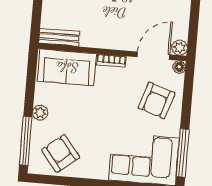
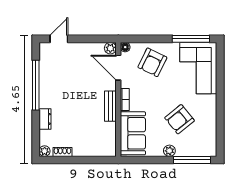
bench: (59, 37) -> (110, 106), moved
armchair: (157, 100) -> (152, 62), turned 98
armchair: (61, 153) -> (179, 119), moved

